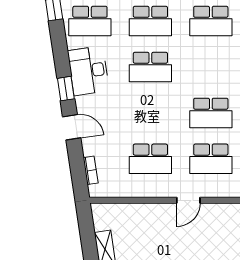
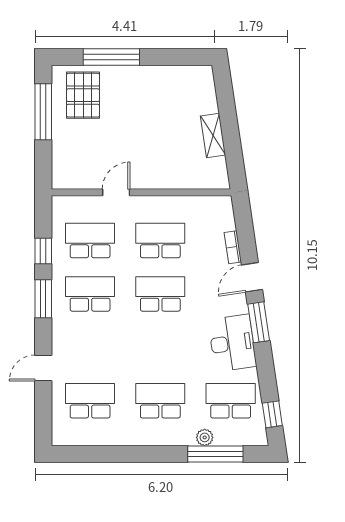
school desk: (150, 67) -> (160, 294), moved
window: (66, 89) -> (259, 322), width x1.50
door: (72, 127) -> (252, 277), hinge flipped
bookcase: (91, 170) -> (233, 247), moved

